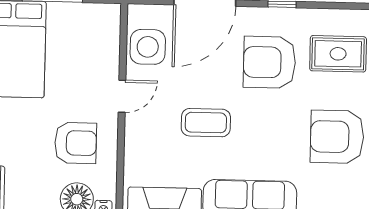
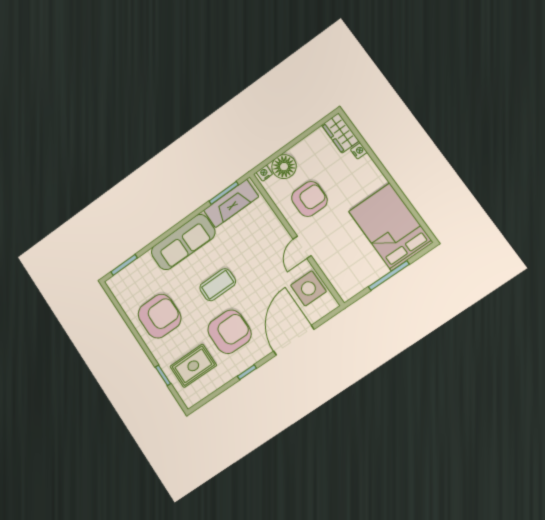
coffee table: (206, 123) -> (218, 285), moved
armchair: (76, 143) -> (309, 199), turned 180

